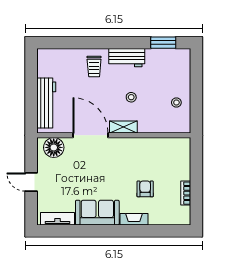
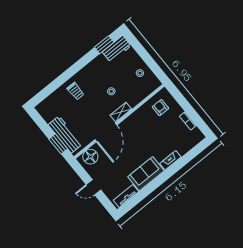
workbench: (127, 58) -> (117, 49), moved
window: (31, 107) -> (58, 144), added
door: (90, 135) -> (106, 132), swing flipped
armchair: (145, 189) -> (160, 108), moved

